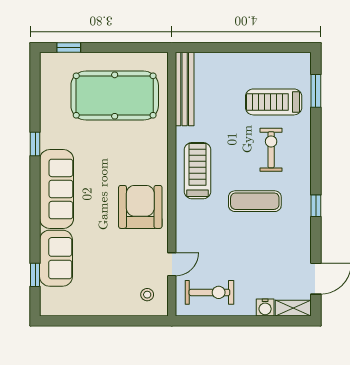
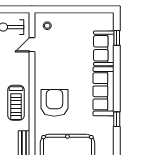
armchair: (140, 207) -> (54, 103), moved, turned 180

